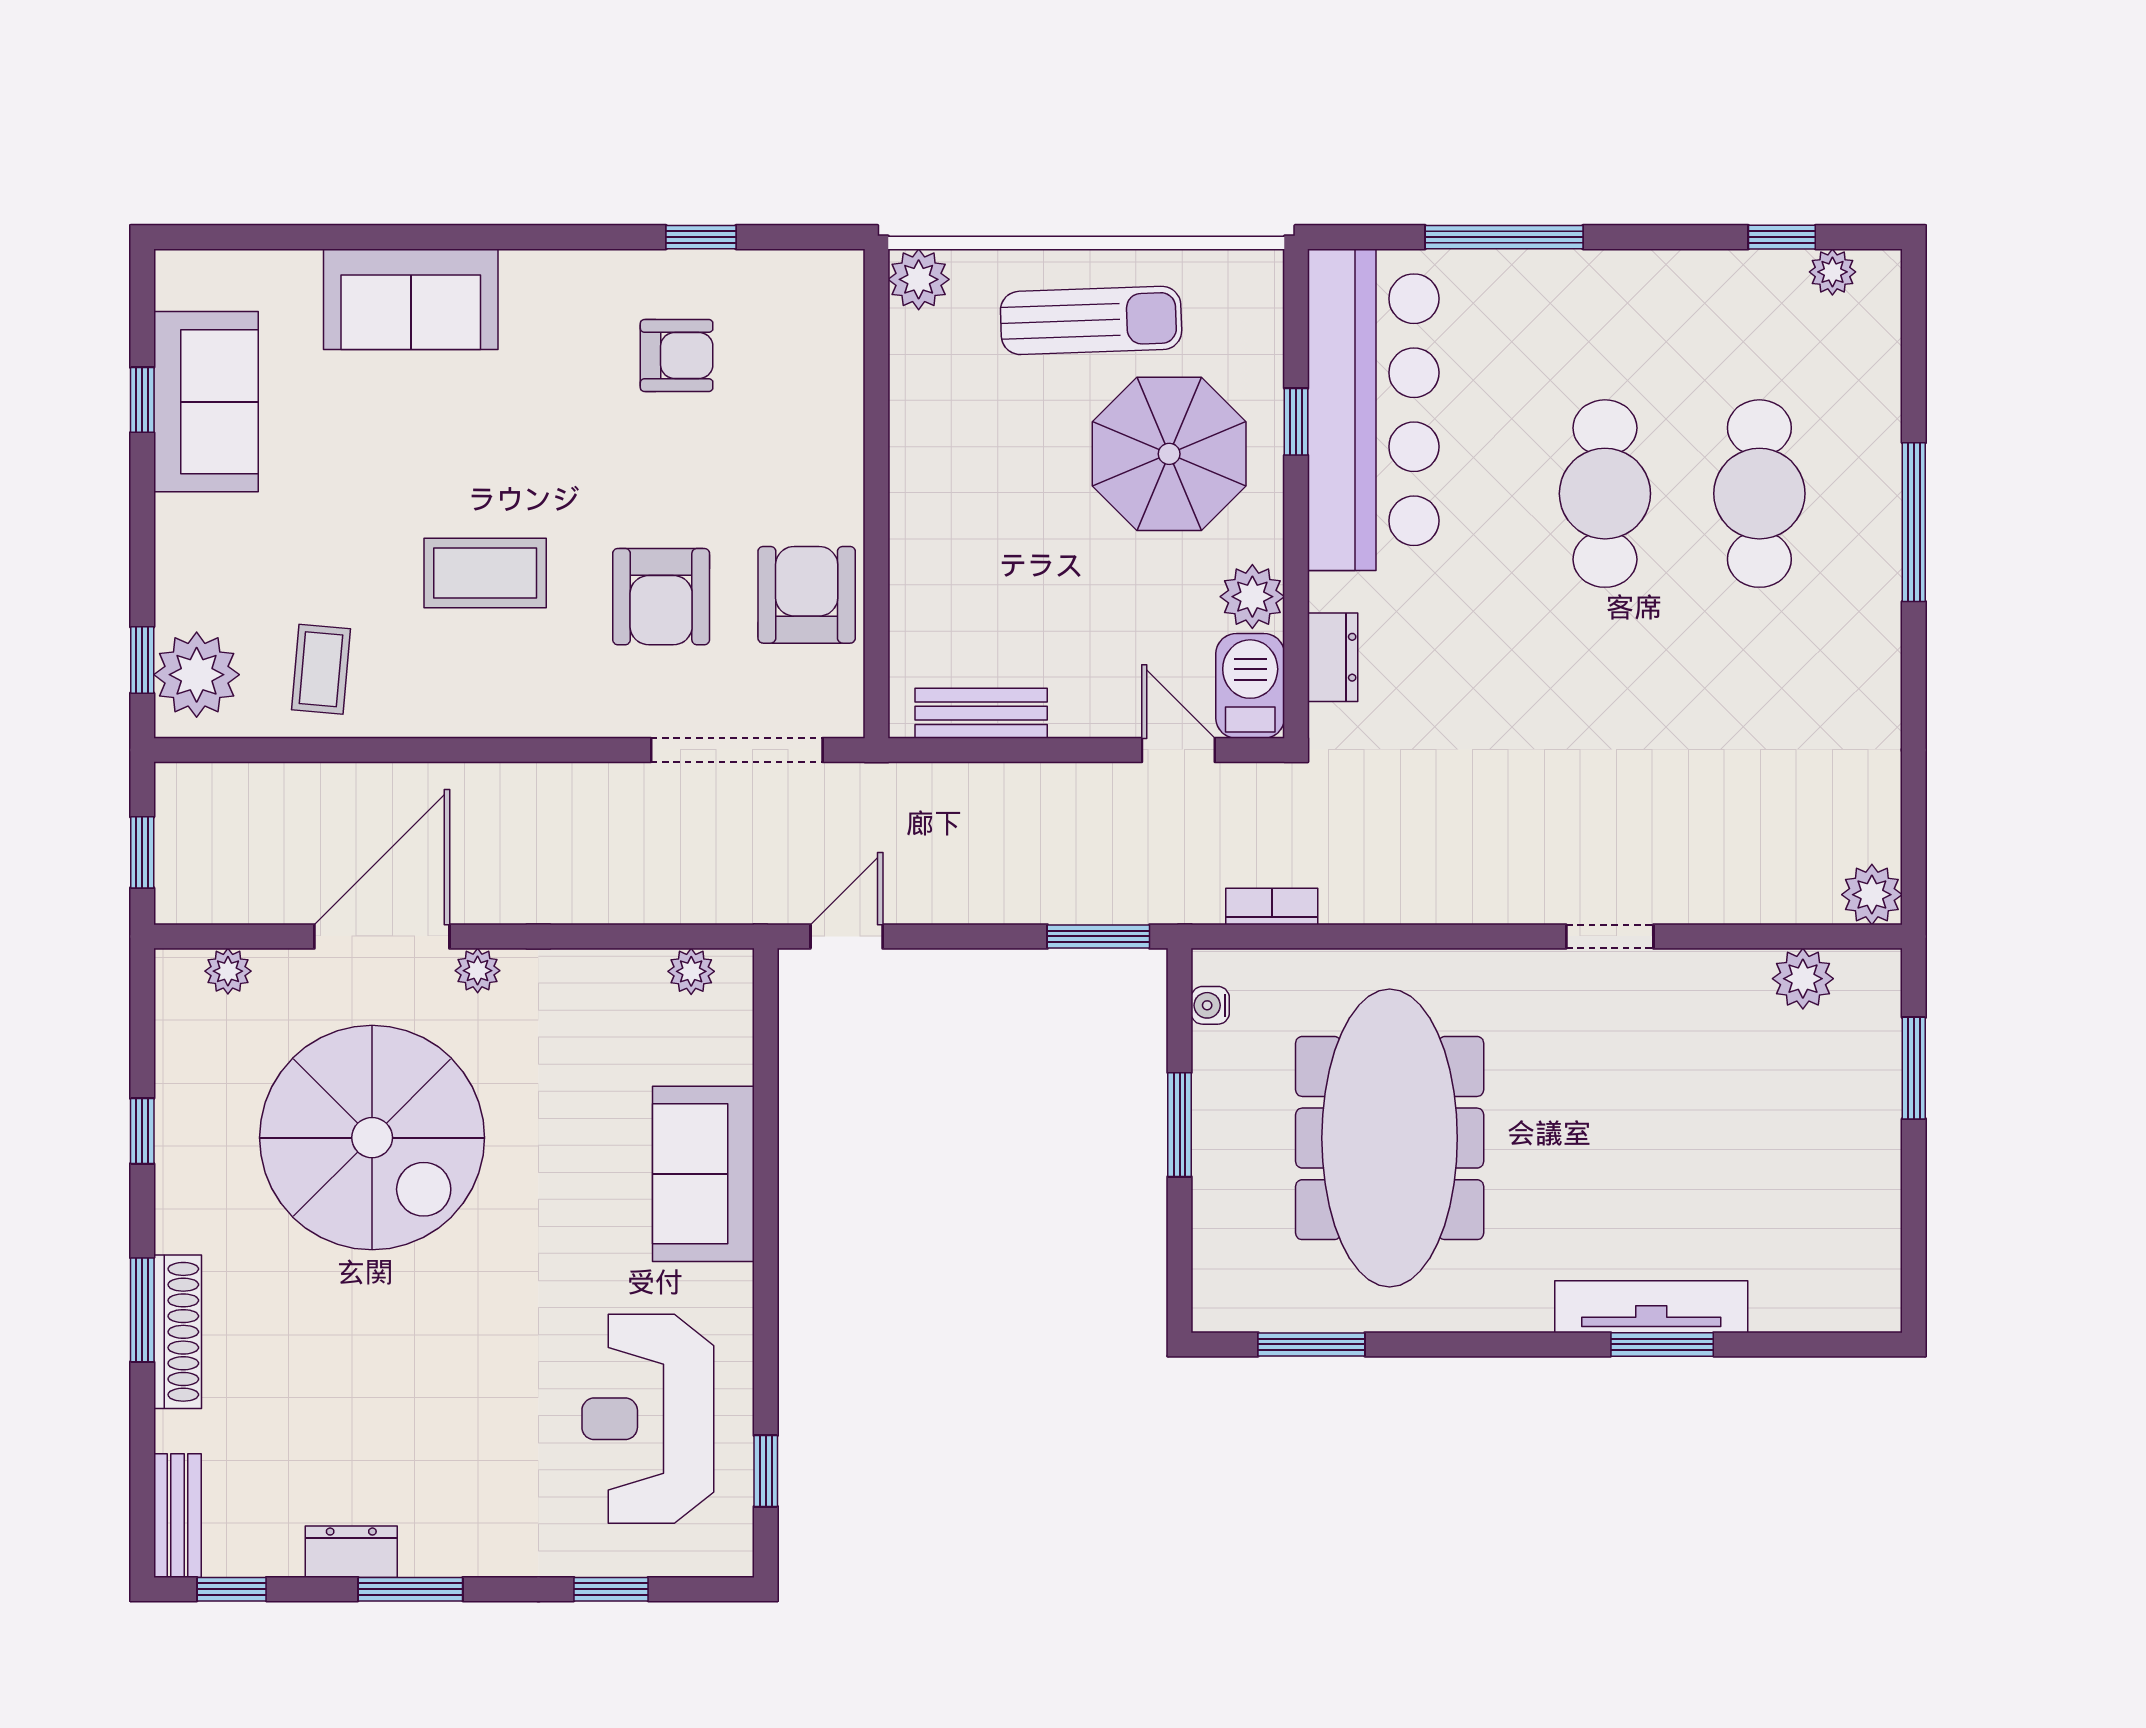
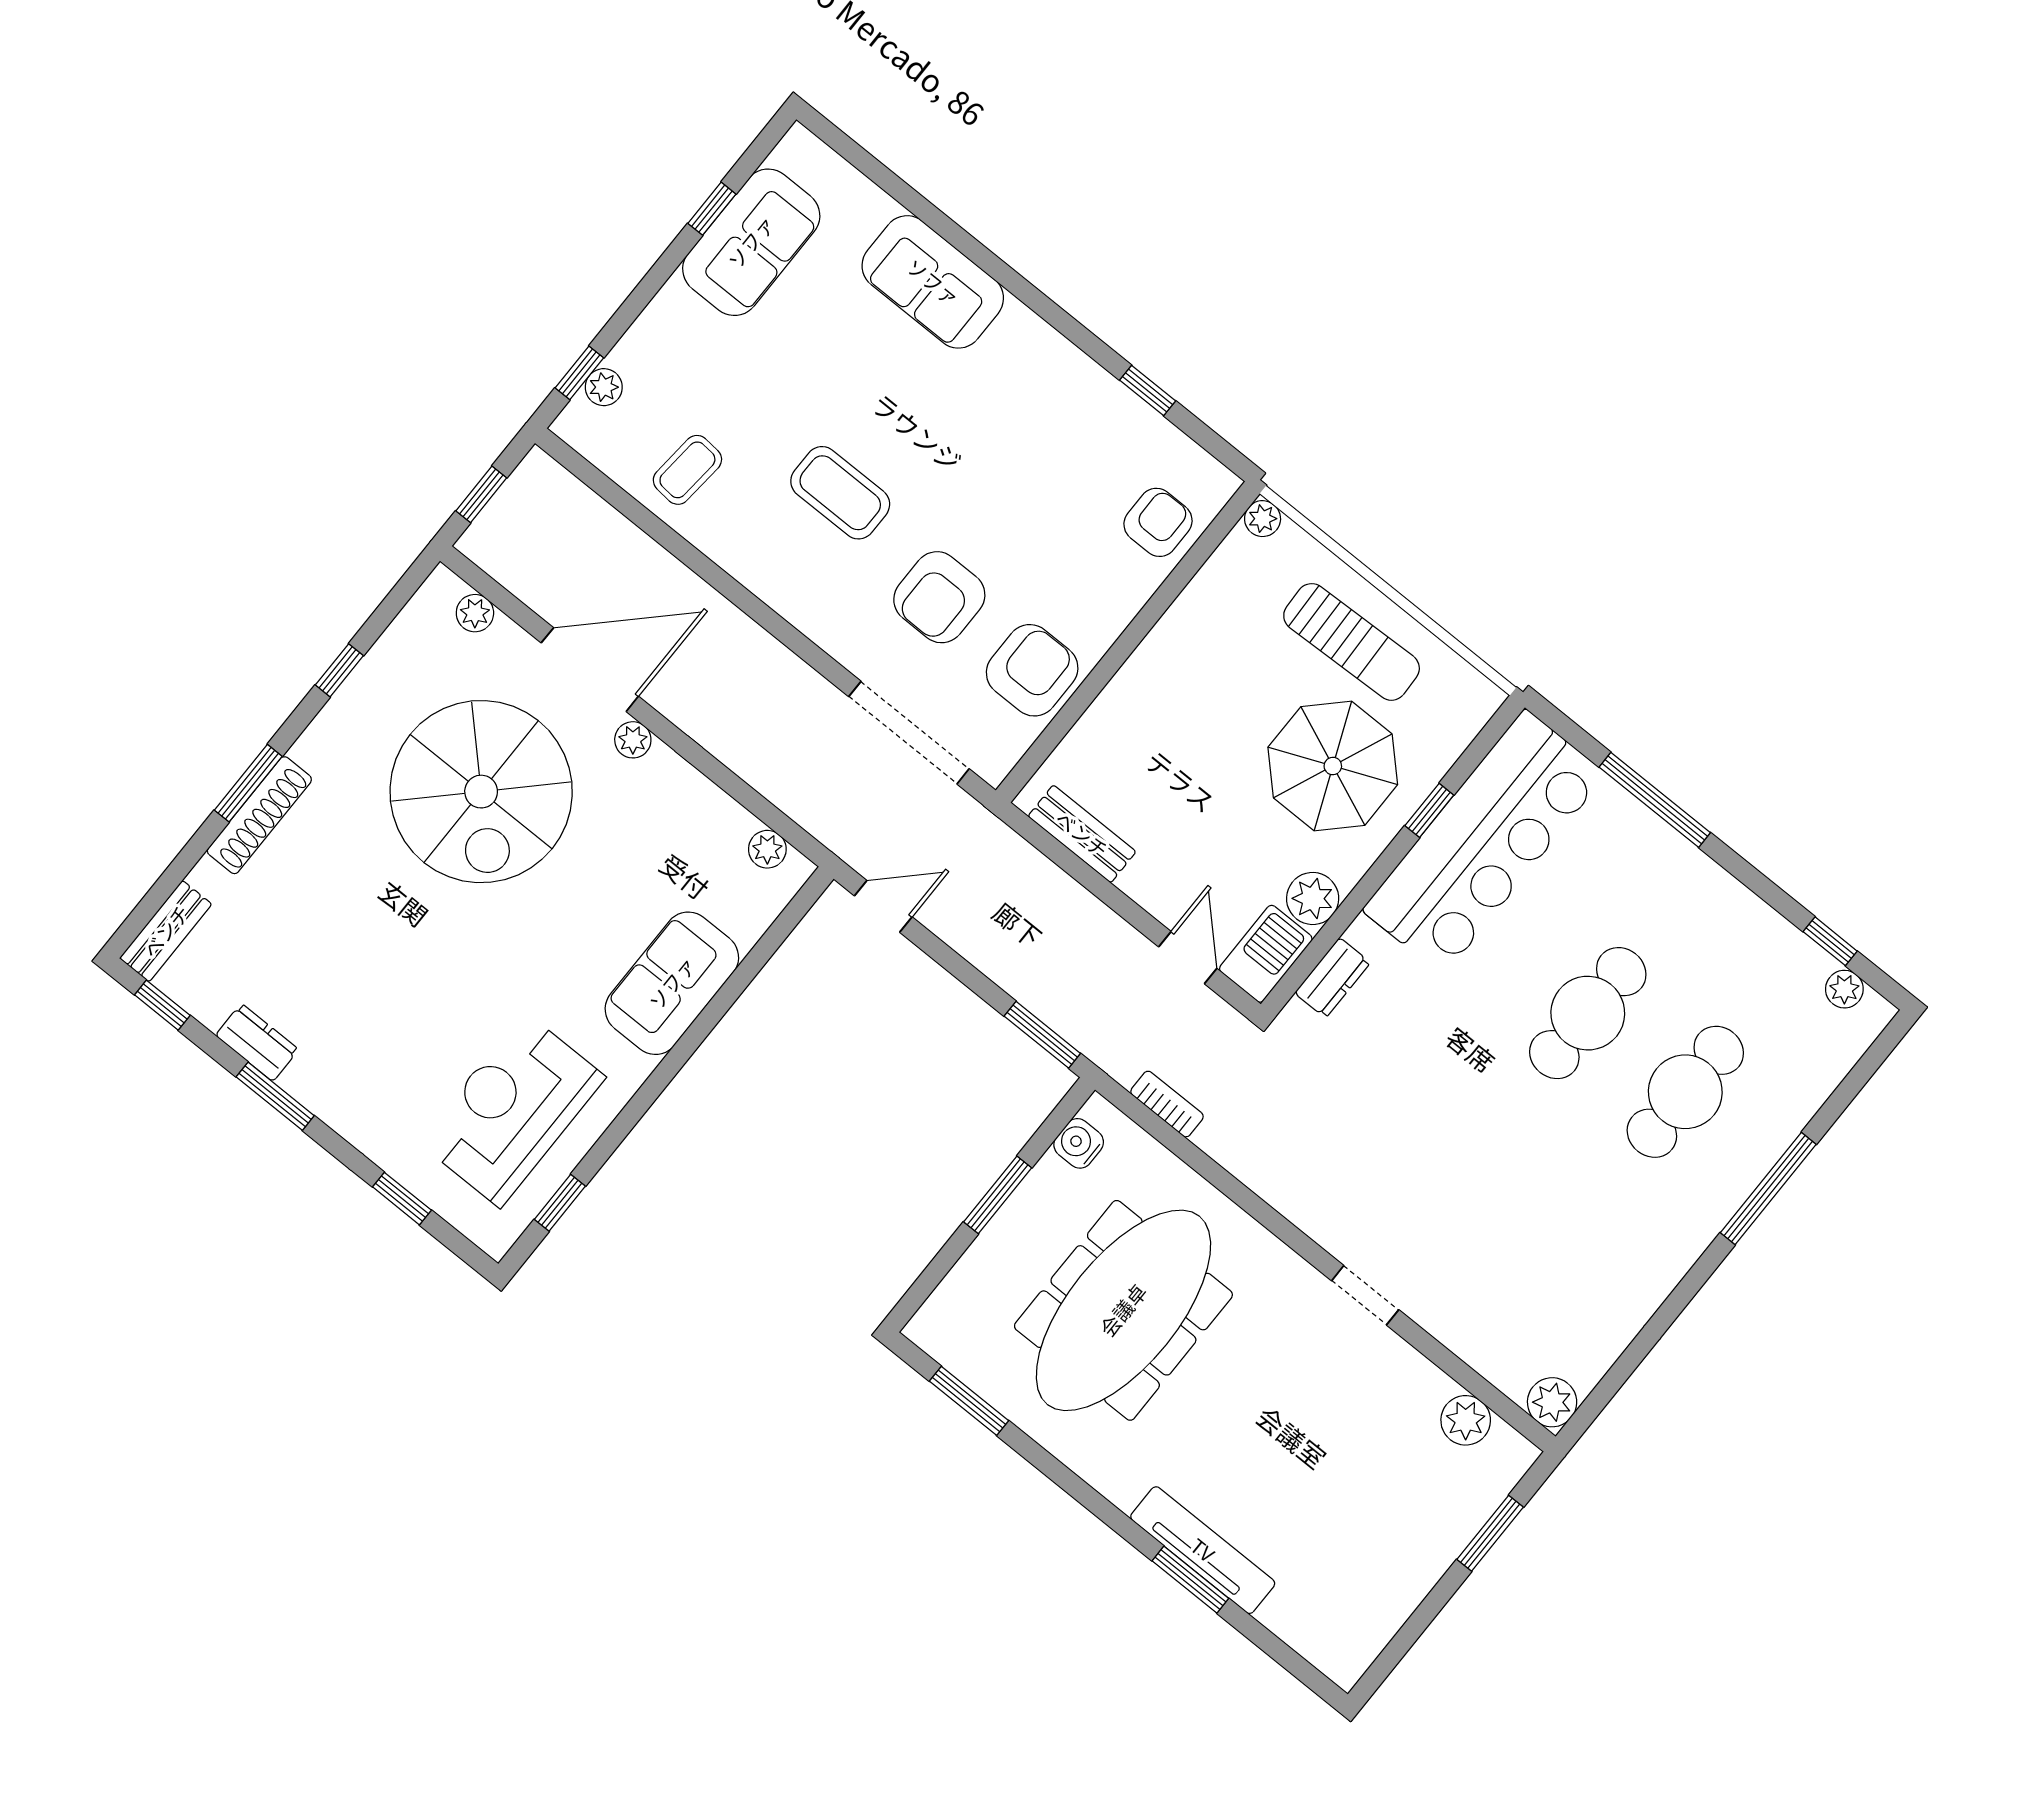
plant: (919, 279) -> (1263, 519), width x0.73, depth x0.73
armchair: (677, 355) -> (1158, 522), moved, turned -90
plant: (197, 675) -> (604, 387), width x0.53, depth x0.53
water cooler: (1210, 1005) -> (1079, 1143), width x1.38, depth x1.38

